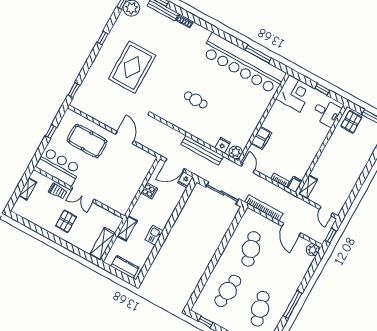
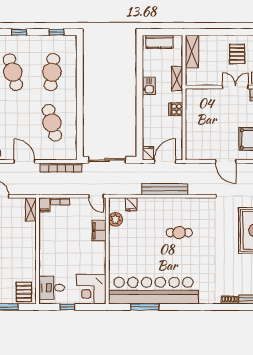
bench: (202, 150) -> (165, 189), moved
plant: (236, 152) -> (115, 219), moved
cooker: (149, 191) -> (176, 109), moved

